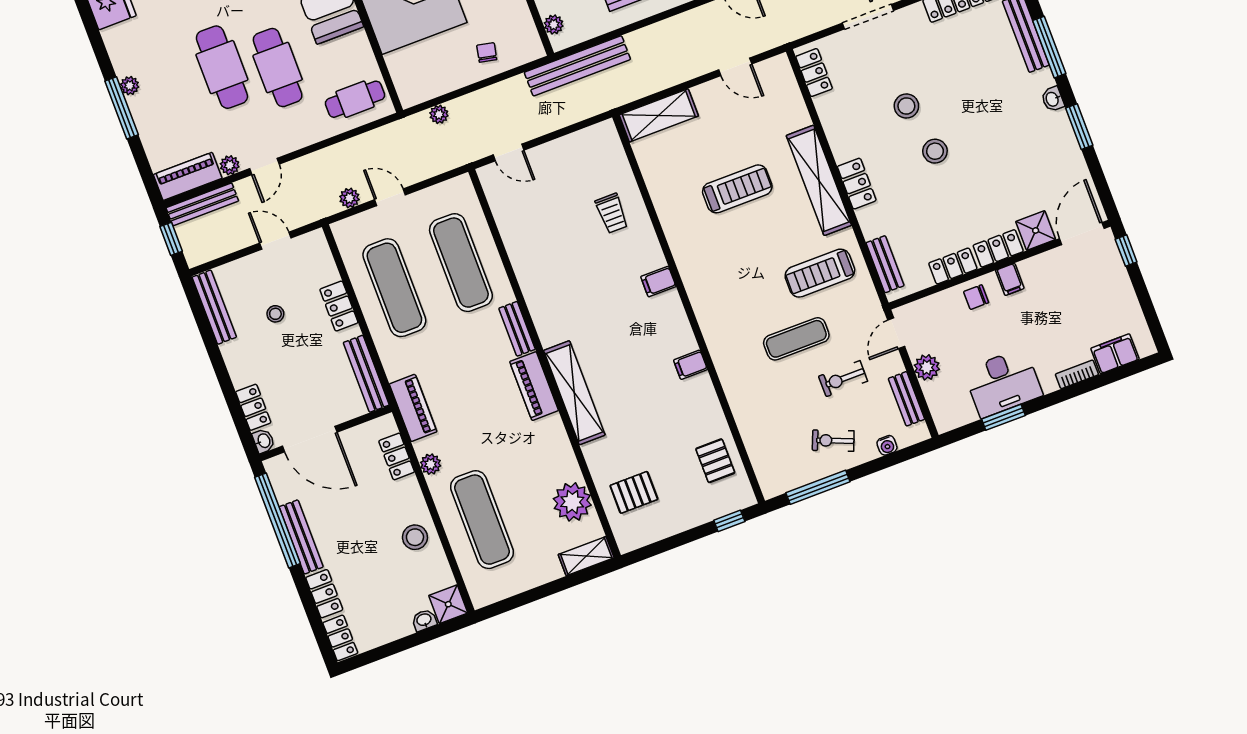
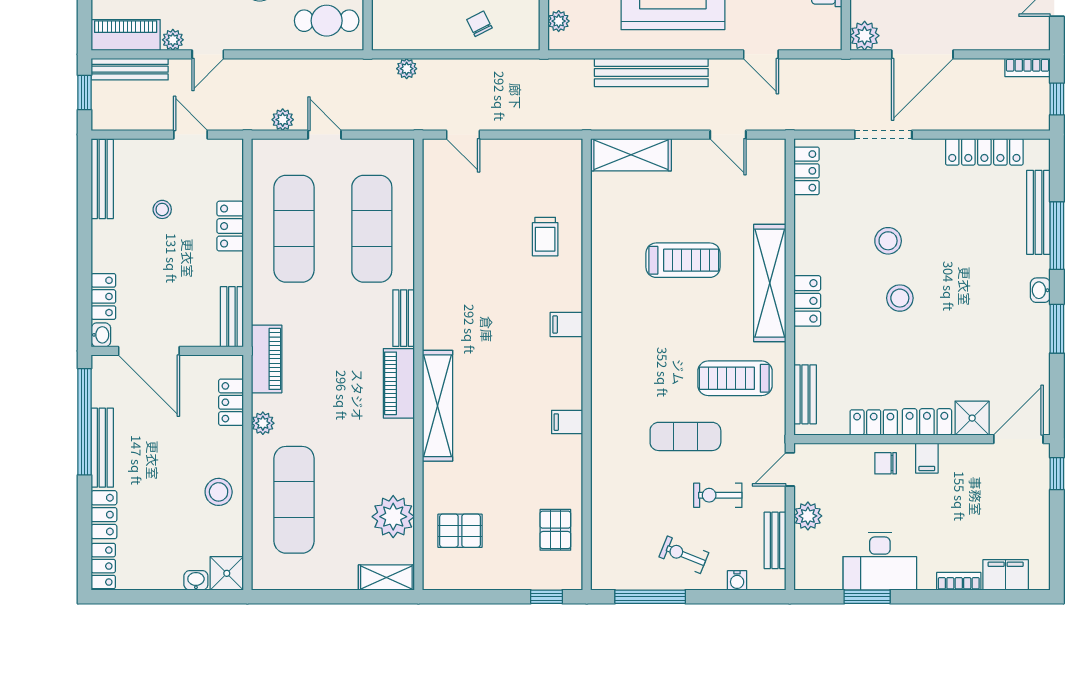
chair: (487, 52) -> (479, 24), turned -39
bench: (577, 66) -> (651, 73), moved
bench: (366, 374) -> (232, 317), width x0.73

